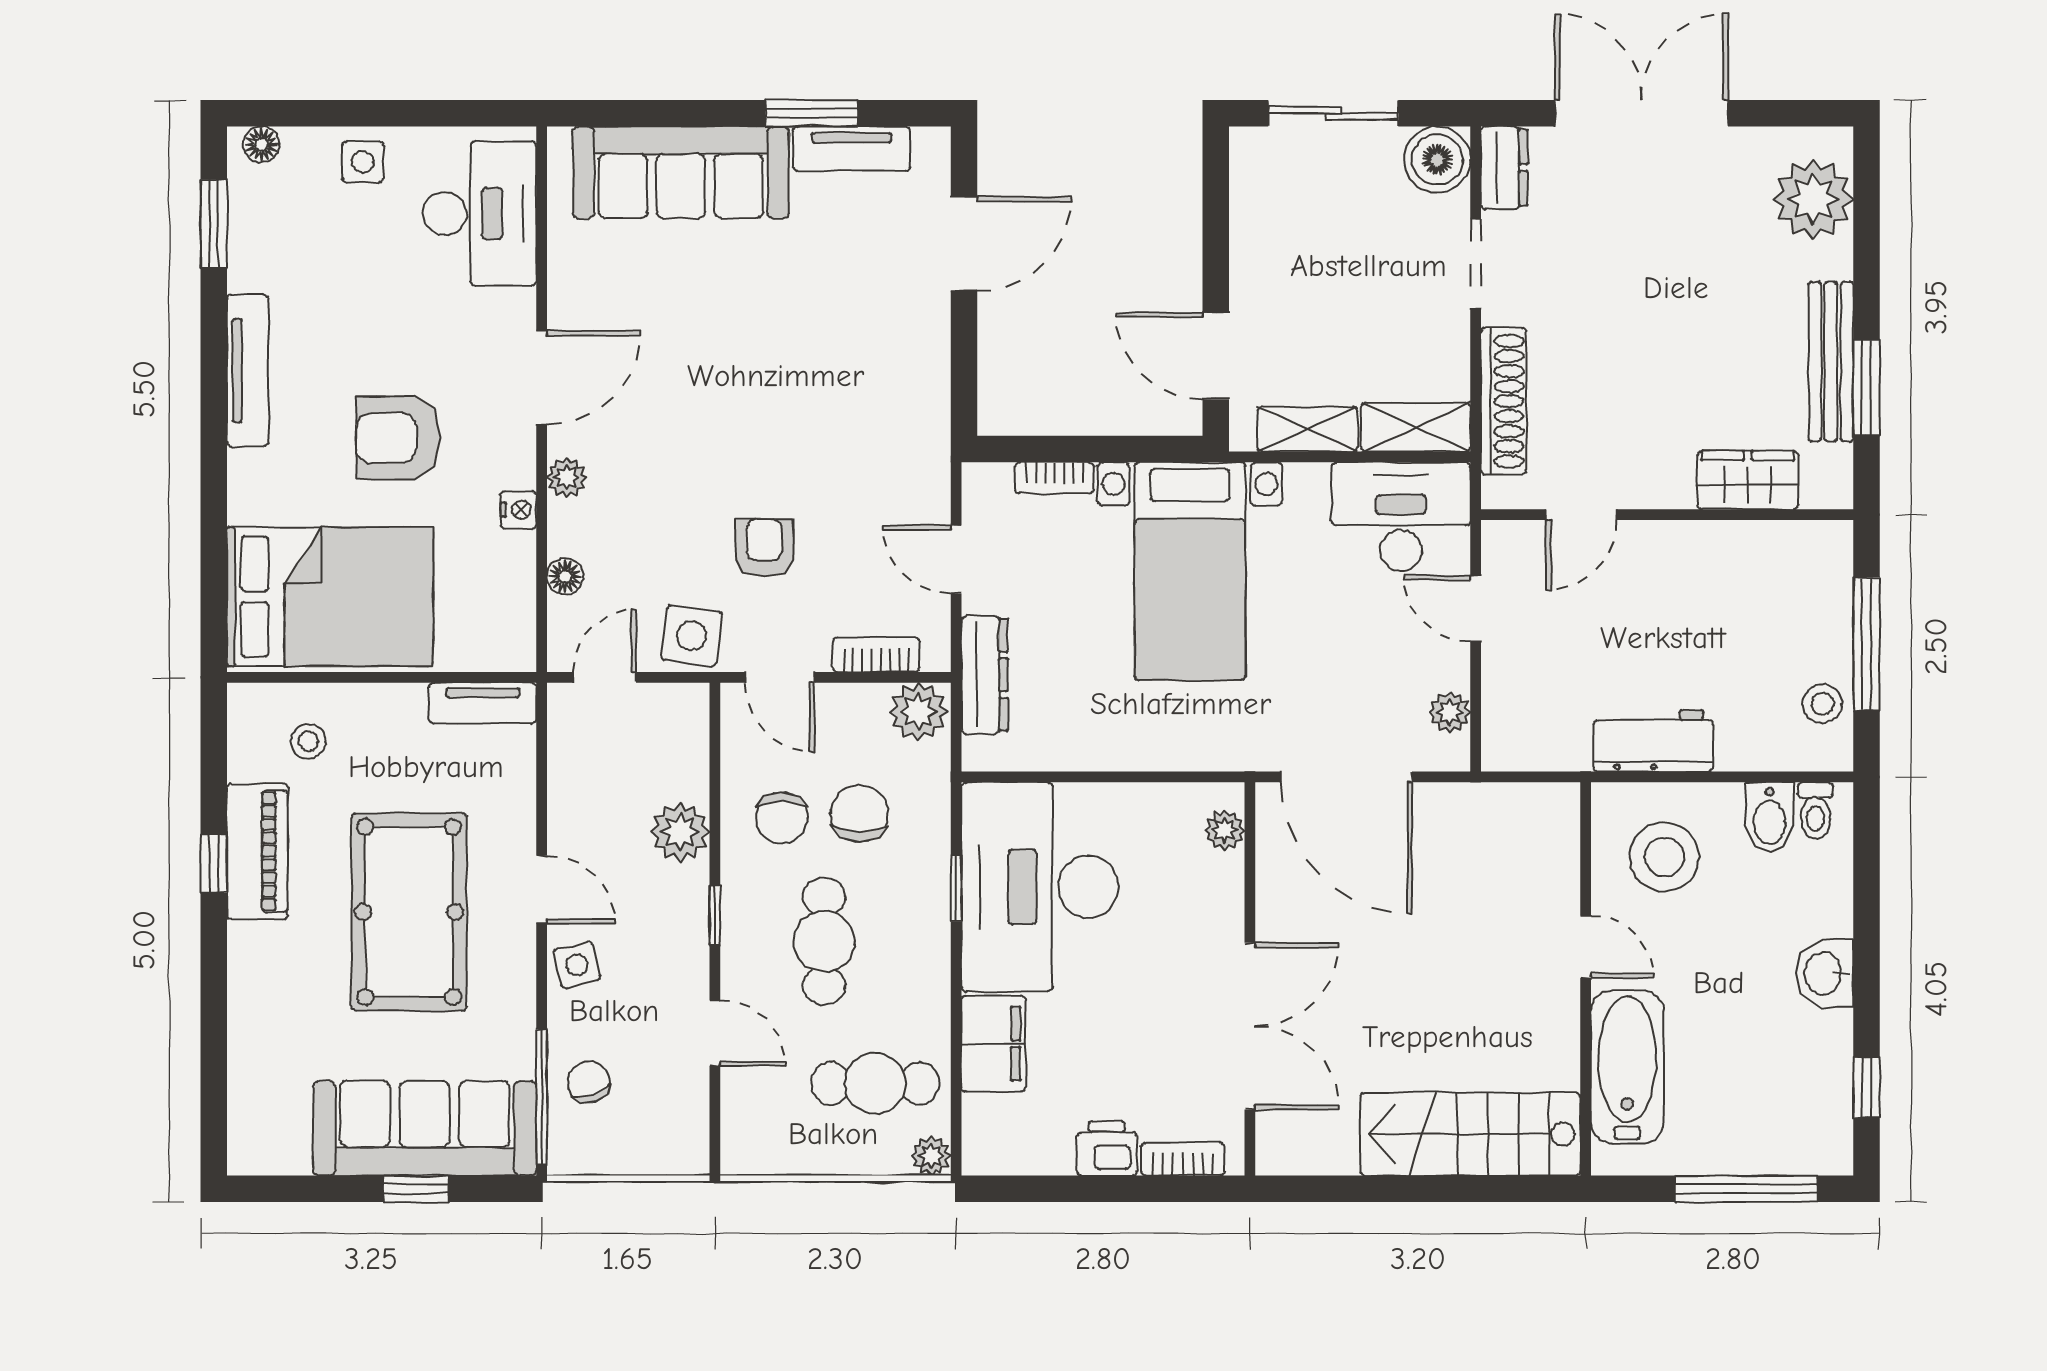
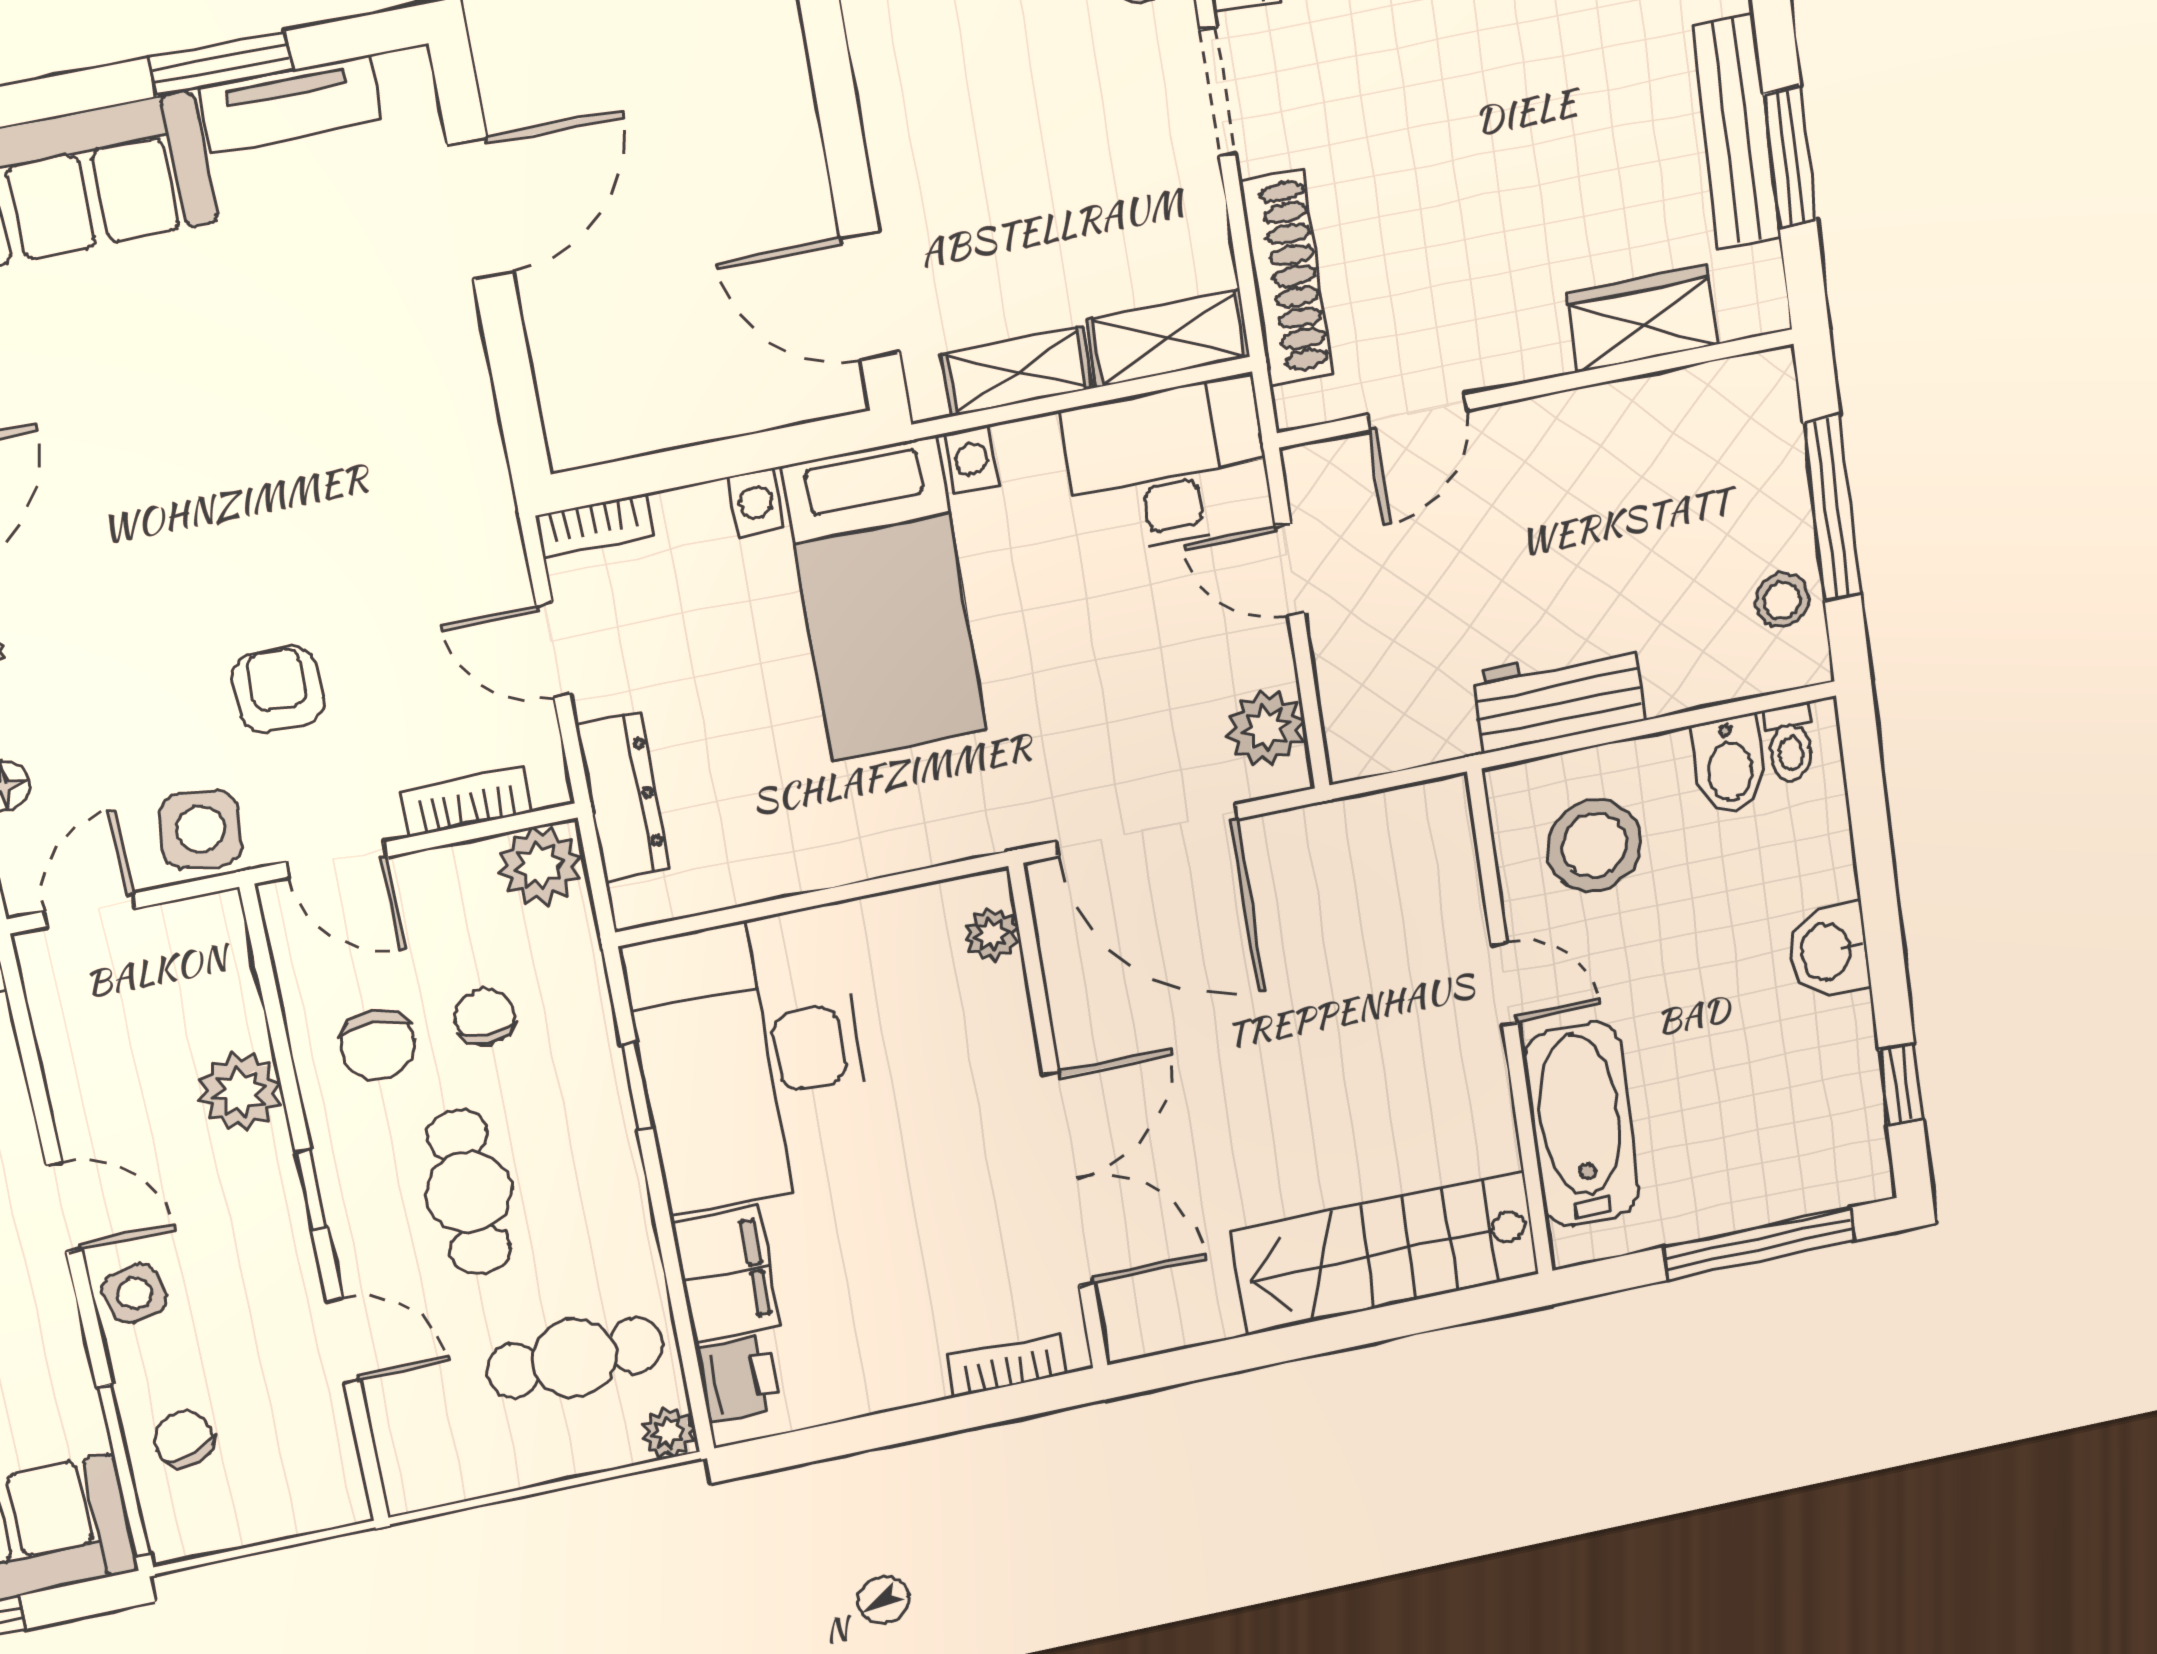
bookcase: (1055, 478) -> (595, 526), moved
plant: (1450, 712) -> (1266, 728), width x1.38, depth x1.38
chair: (860, 814) -> (484, 1017), width x0.73, depth x0.73
printer: (1107, 1148) -> (739, 1379), moved, turned 90

